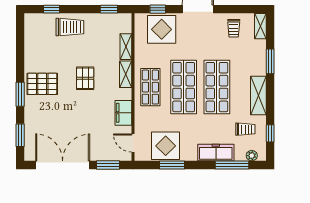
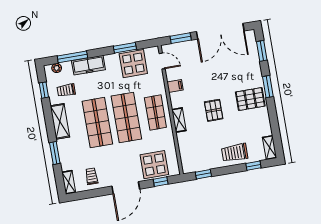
shelving: (126, 47) -> (270, 148), moved
filing cabinet: (123, 113) -> (175, 86), width x0.50

